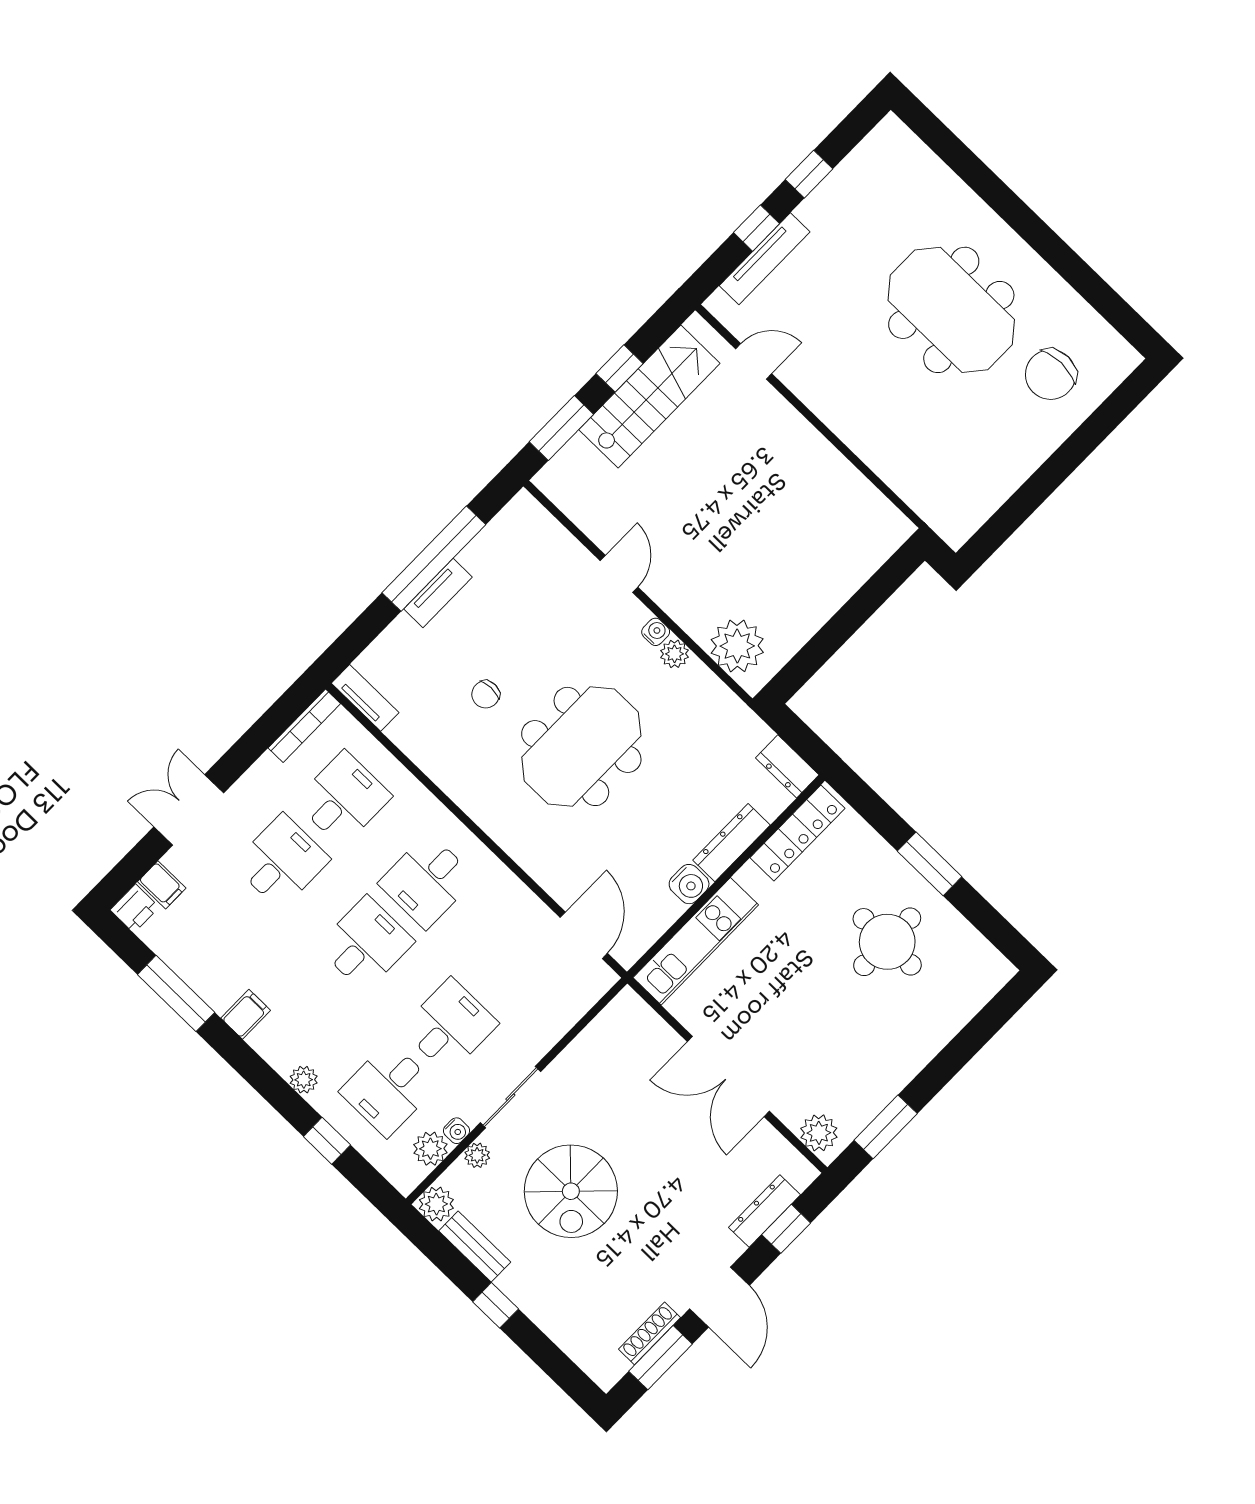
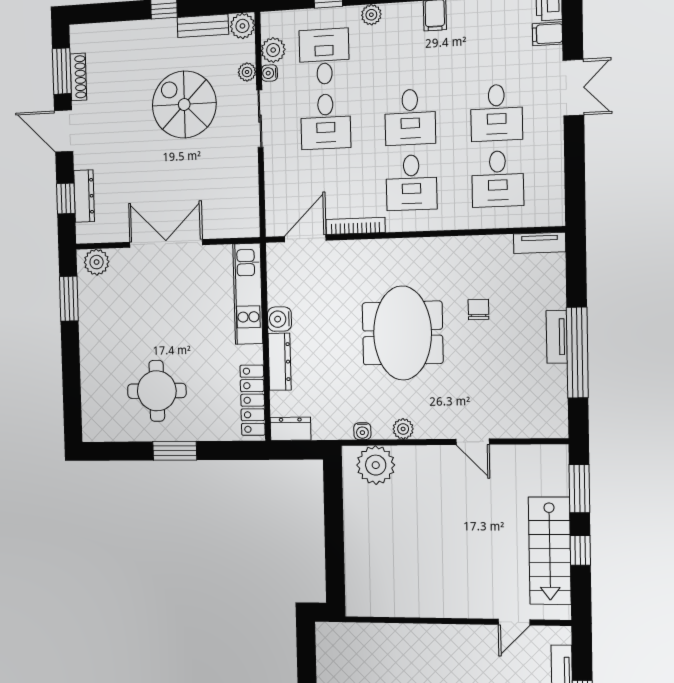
water cooler: (656, 632) -> (362, 431), moved
bookcase: (304, 726) -> (355, 226), moved, turned 90
desk: (427, 881) -> (411, 183), turned 180
door: (584, 935) -> (305, 238), swing flipped

